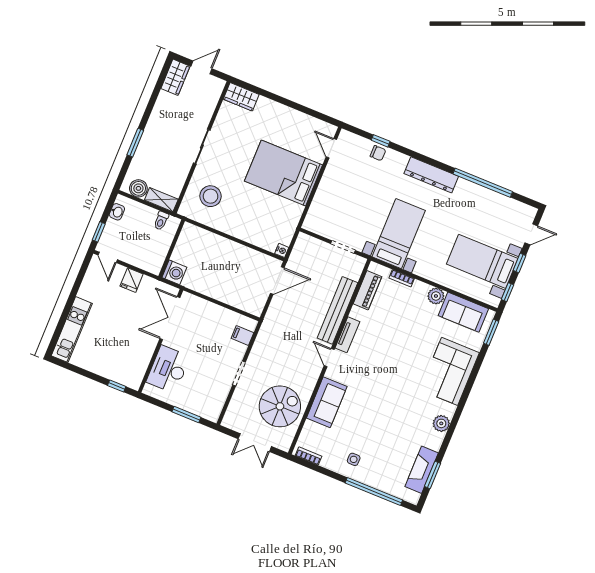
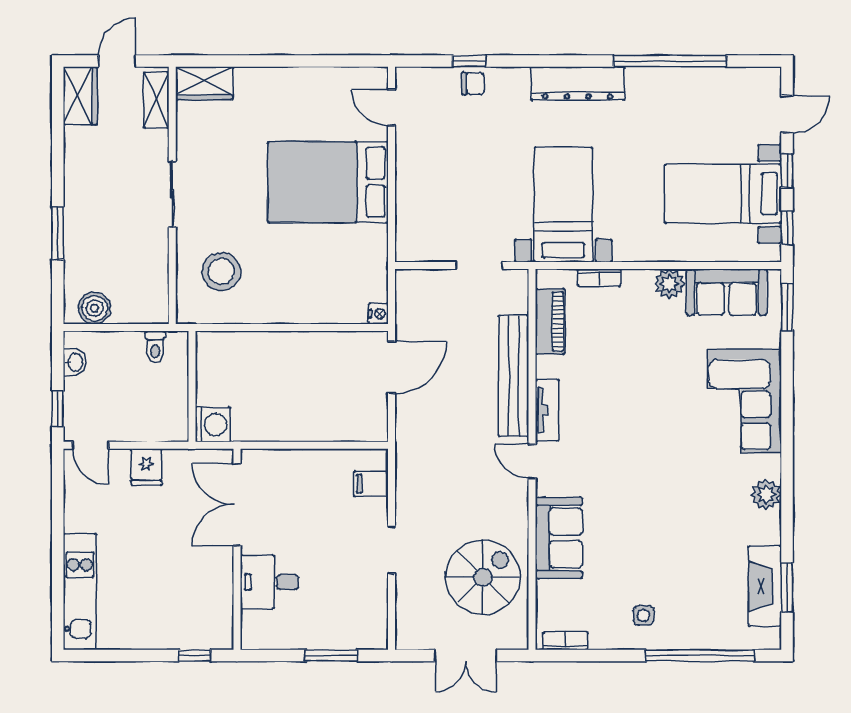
shelving: (161, 200) -> (156, 100), moved, turned 90
desk: (168, 369) -> (269, 582), width x0.73

